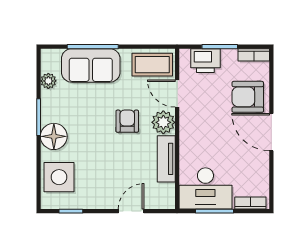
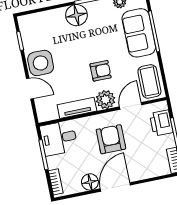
armchair: (248, 97) -> (111, 139), moved
floor lamp: (259, 162) -> (90, 182), added
side table: (59, 177) -> (41, 63), moved
desk: (205, 188) -> (59, 138), width x0.73

